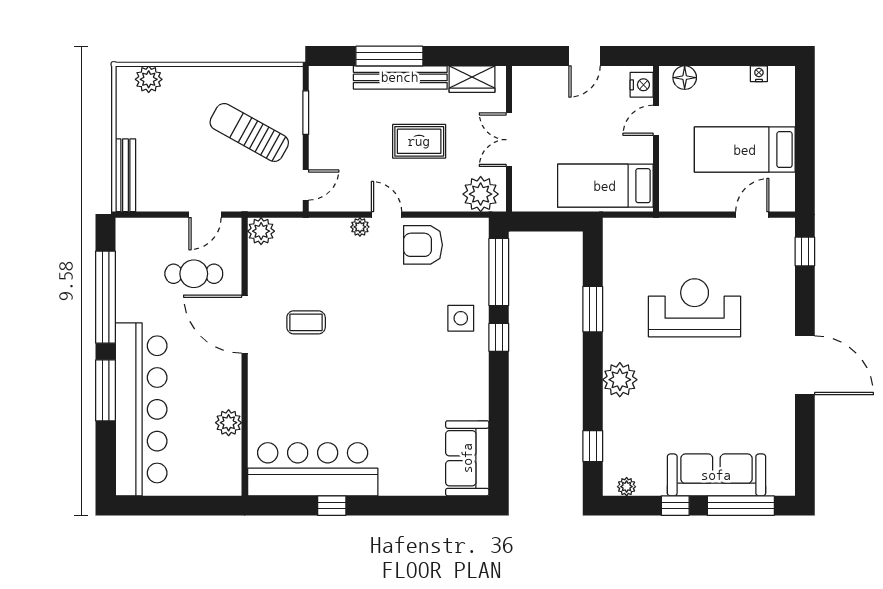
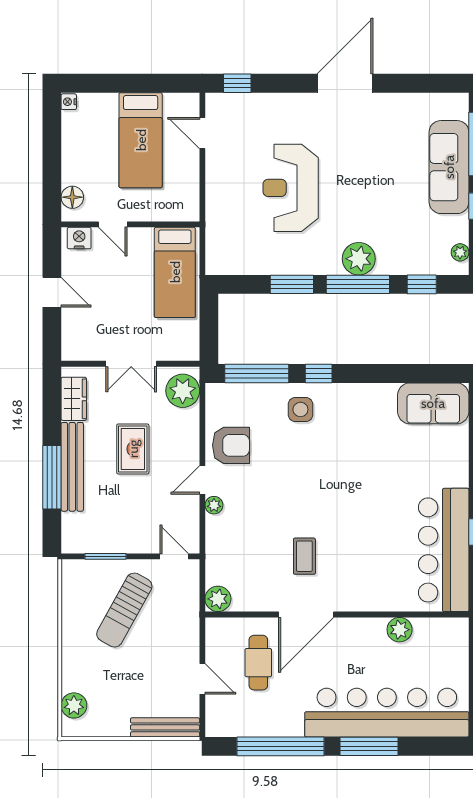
nightstand: (759, 74) -> (69, 102), moved
door: (205, 215) -> (202, 679), moved
armchair: (423, 245) -> (231, 445), turned -90
window: (593, 379) -> (358, 284), added

